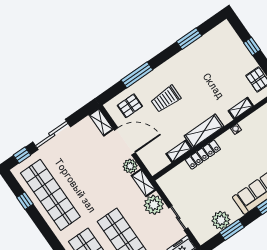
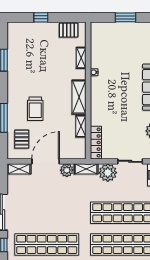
locker: (203, 155) -> (96, 143), moved

